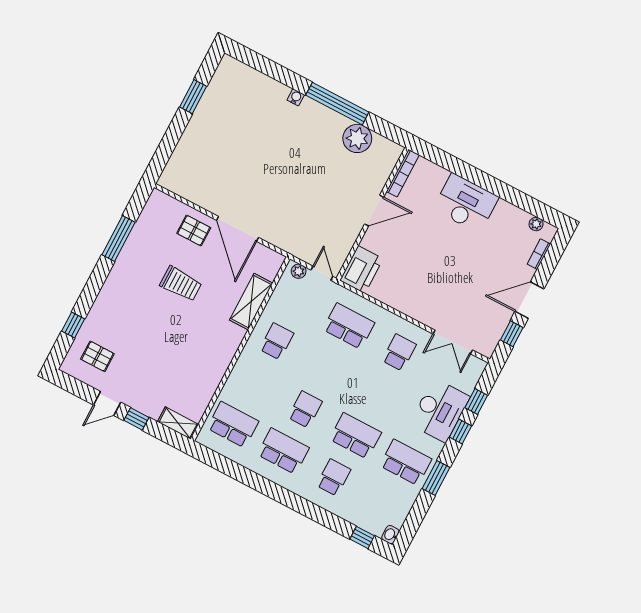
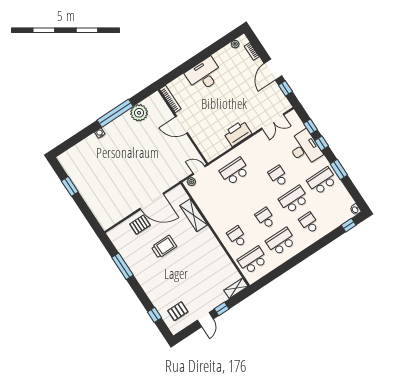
door: (374, 211) -> (182, 125), swing flipped
printer: (361, 270) -> (238, 133), moved, turned -90
school desk: (277, 341) -> (237, 237), moved
school desk: (399, 353) -> (278, 176), moved

